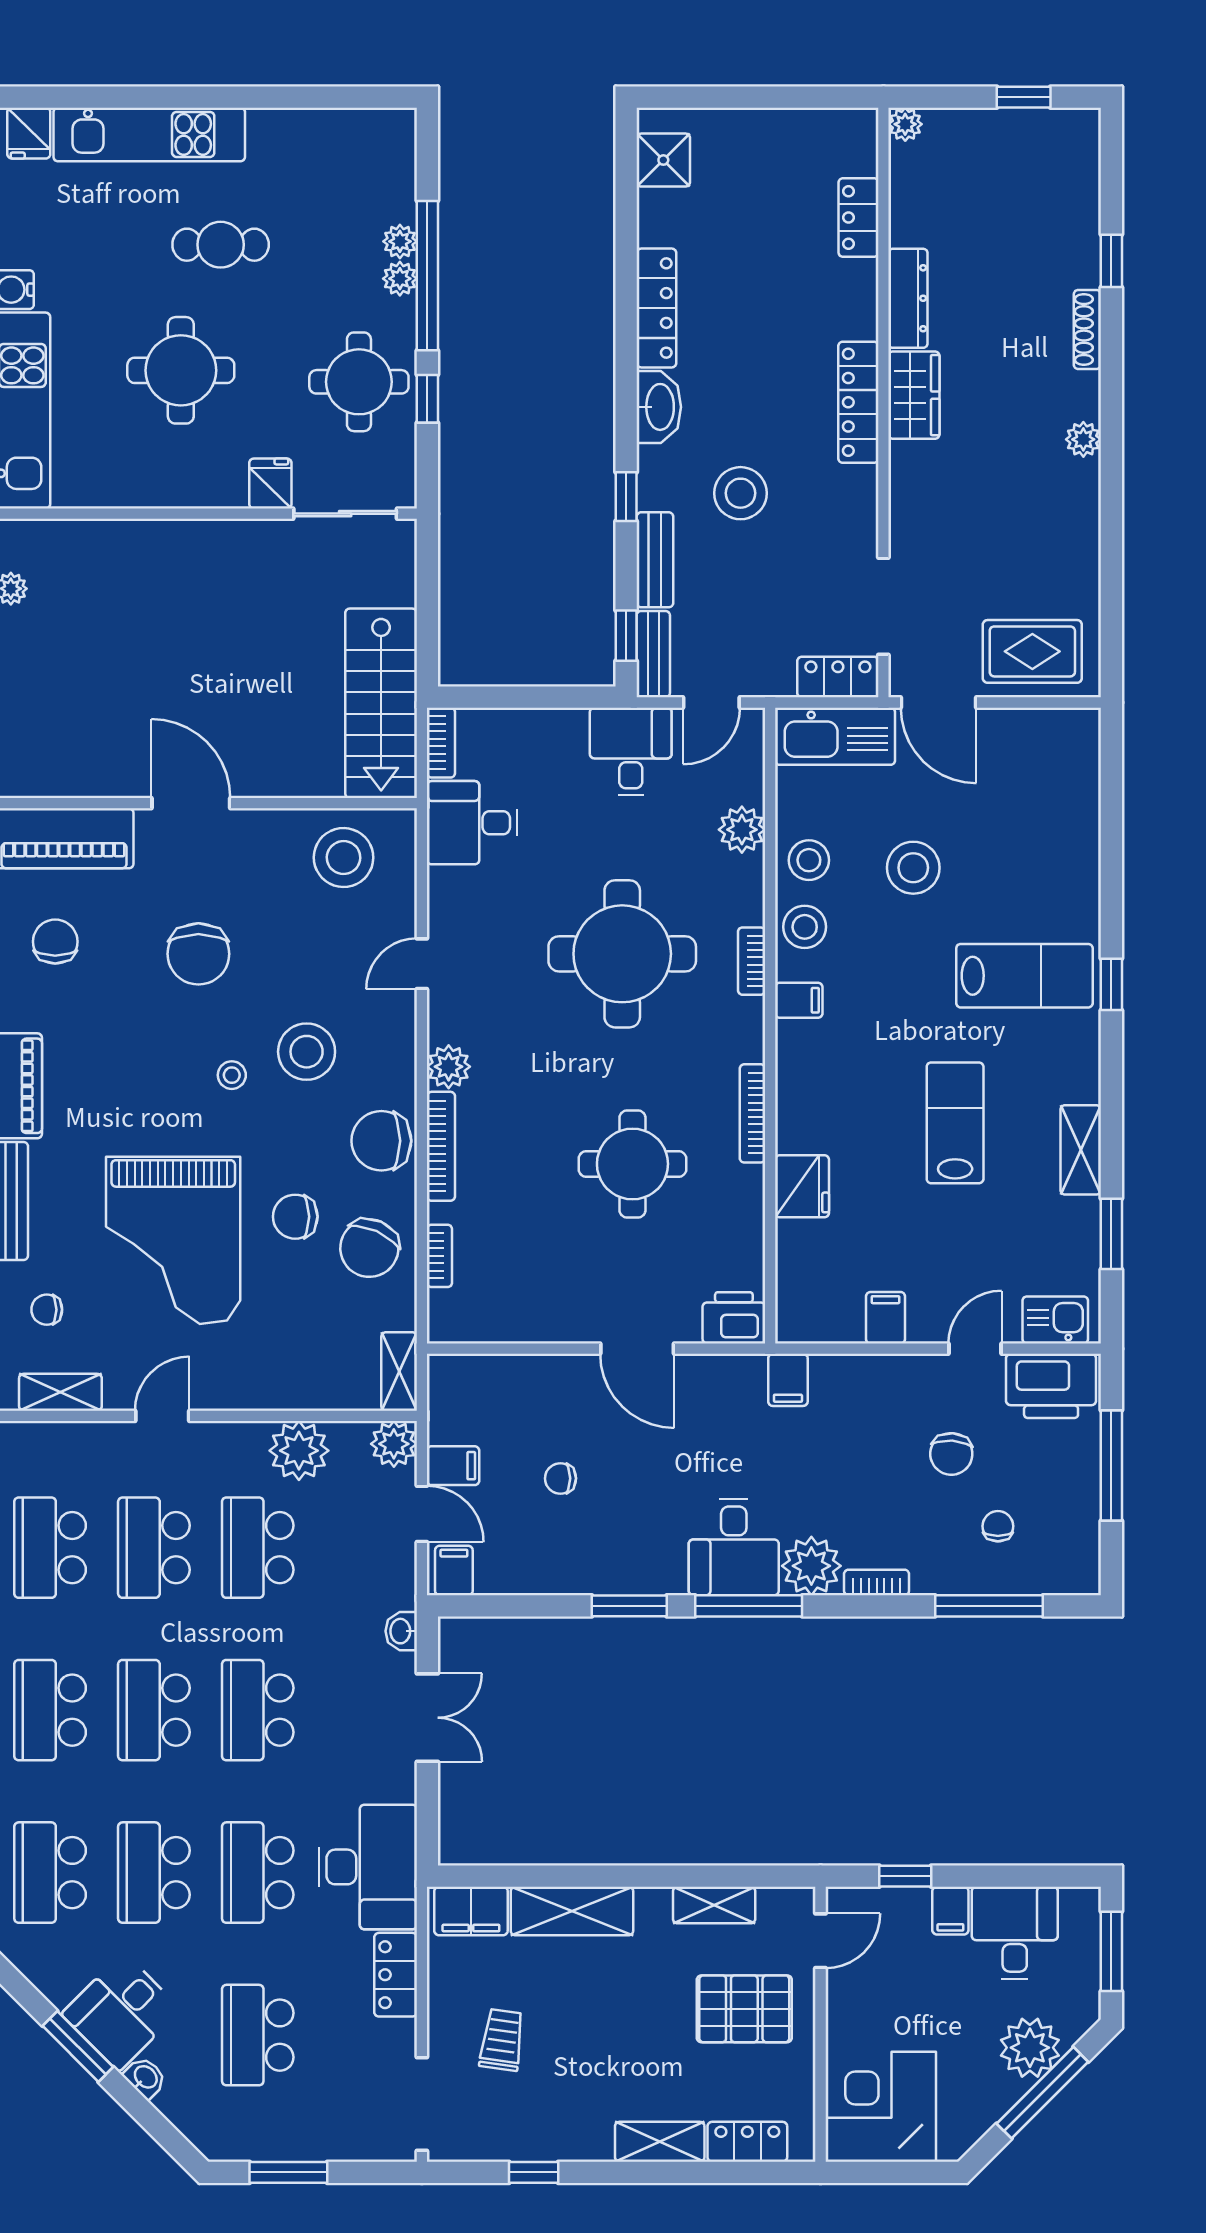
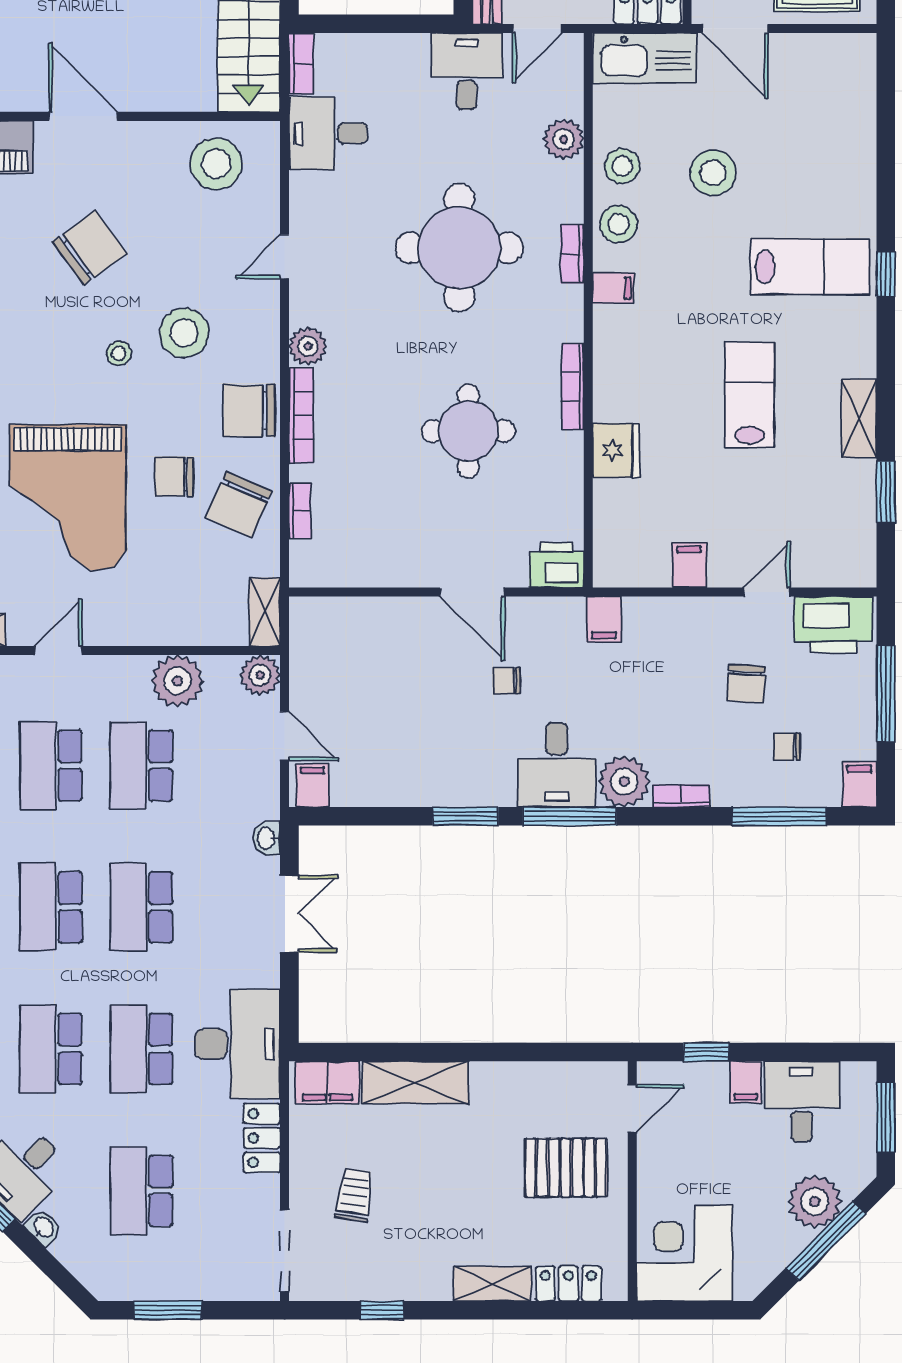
chair: (198, 954) -> (90, 248), turned -126
kitchen sink: (1055, 1320) -> (837, 567), removed
filing cabinet: (453, 1466) -> (860, 784), moved, turned -90
chair: (560, 1478) -> (507, 681), moved
chair: (998, 1526) -> (787, 747), turned -90
shelving: (714, 1905) -> (539, 1077), removed

